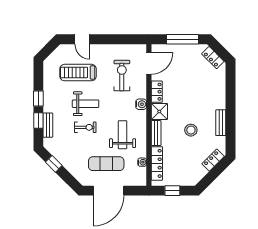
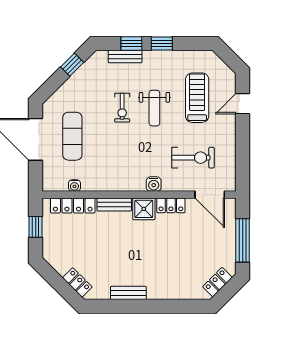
stool: (191, 130) -> (118, 252), removed
weight bench: (123, 135) -> (112, 159), removed

